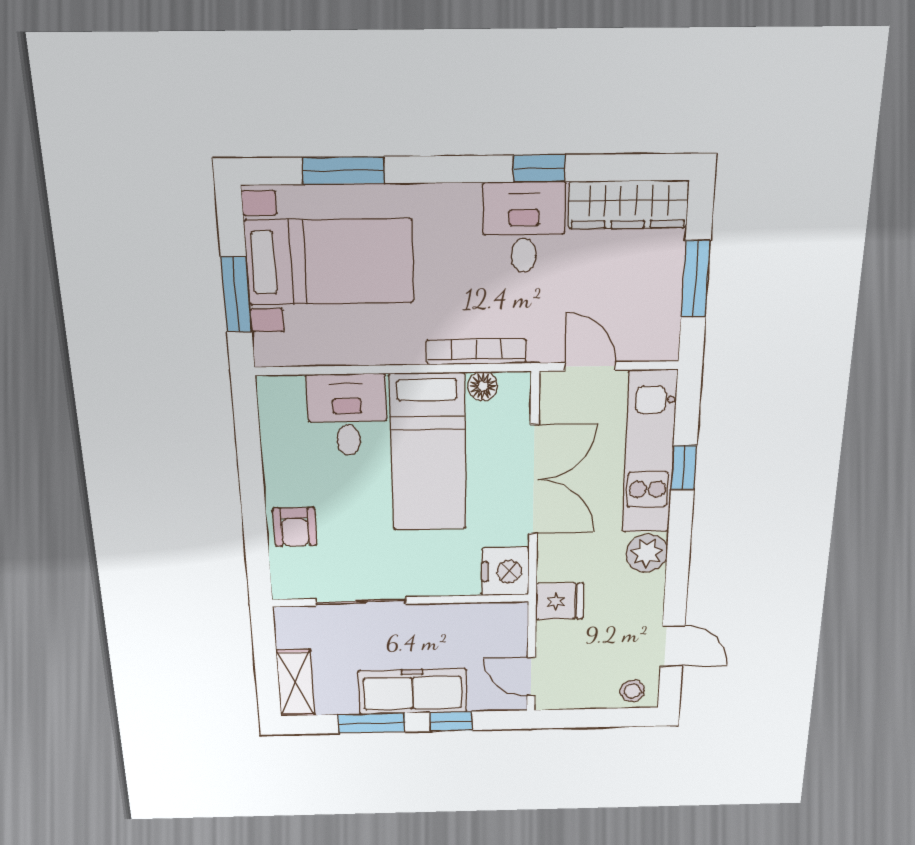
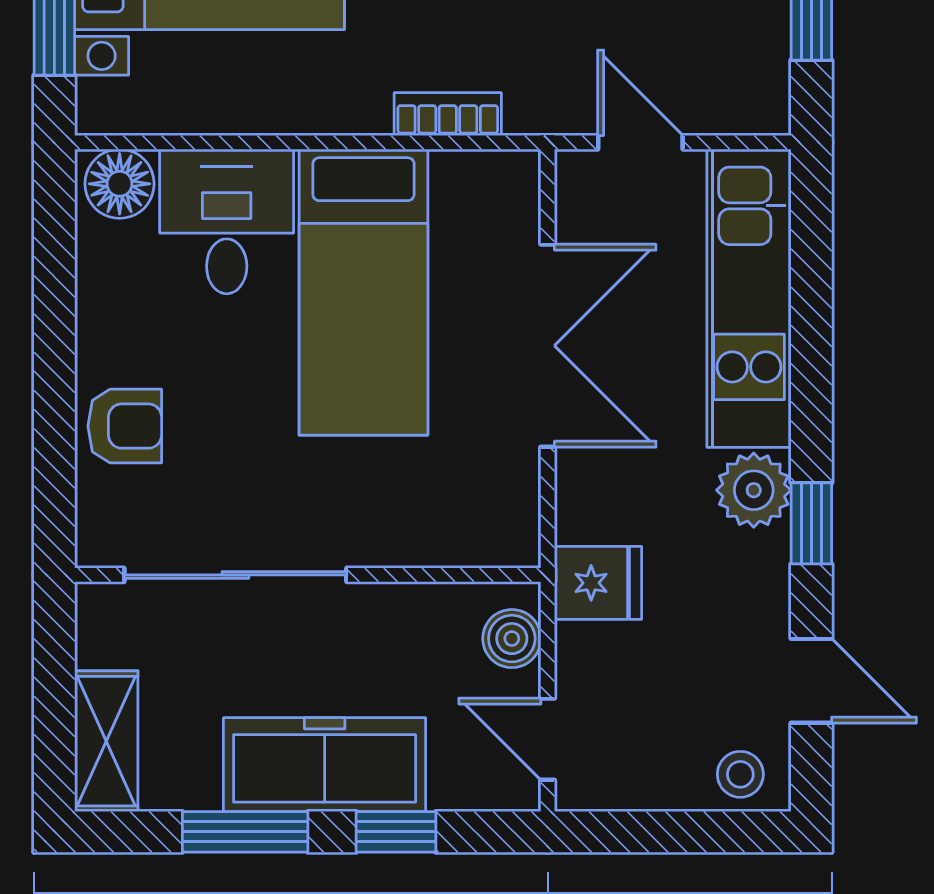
bookcase: (476, 352) -> (448, 114), width x0.64
floor lamp: (483, 386) -> (120, 184), moved, width x1.37, depth x1.37
window: (684, 468) -> (811, 523), moved
armchair: (295, 527) -> (125, 426), turned -90
nightstand: (505, 571) -> (498, 521), removed
sliding door: (361, 601) -> (235, 575), width x1.37
boiler: (512, 629) -> (512, 639), added

